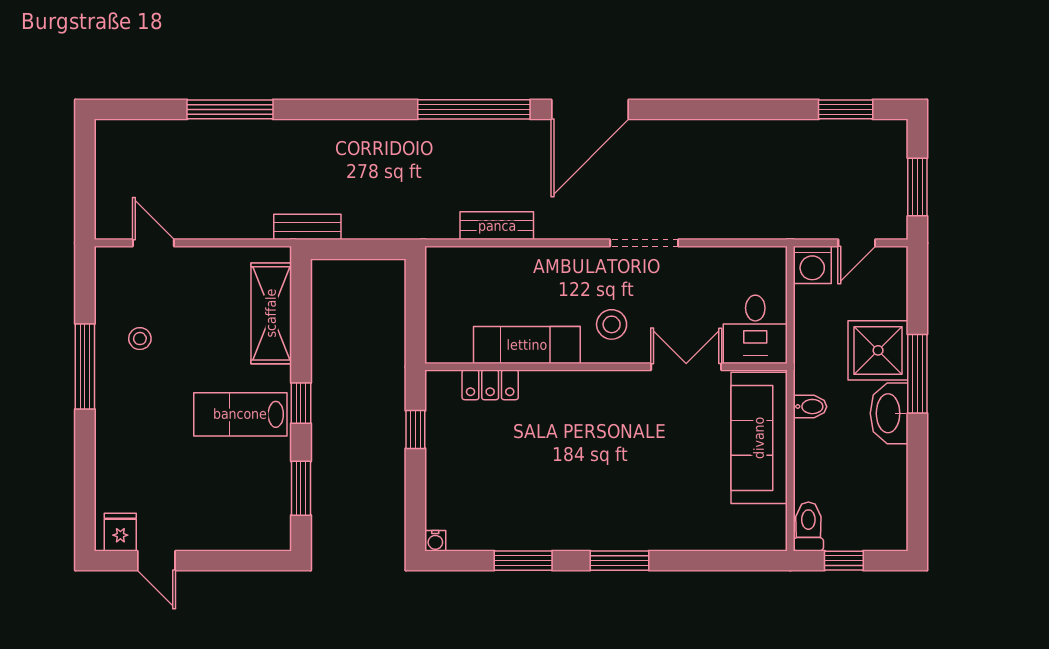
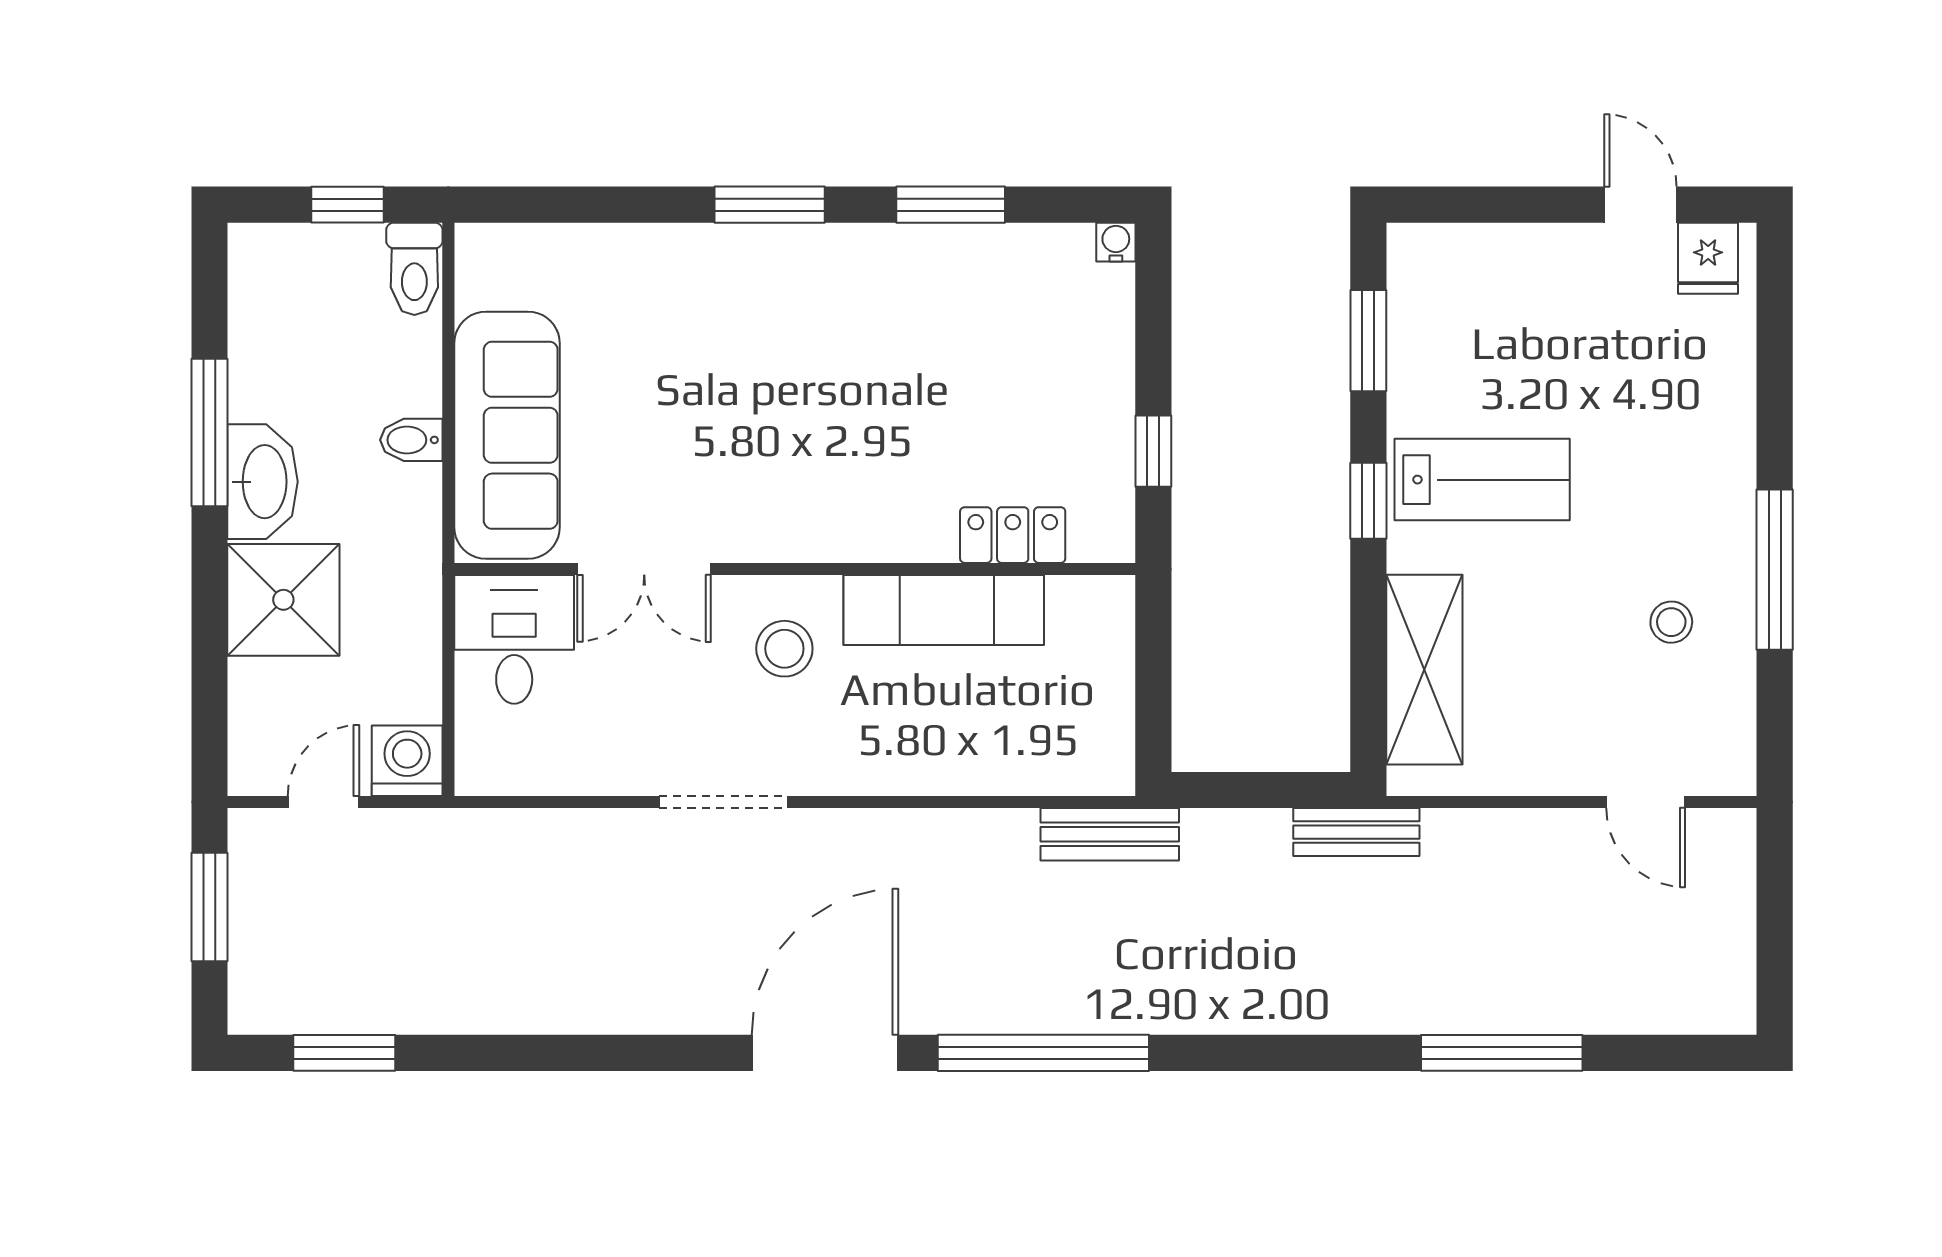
bench: (497, 226) -> (1110, 834), moved
window: (917, 374) -> (209, 433), moved
bidet: (810, 407) -> (411, 440), moved

